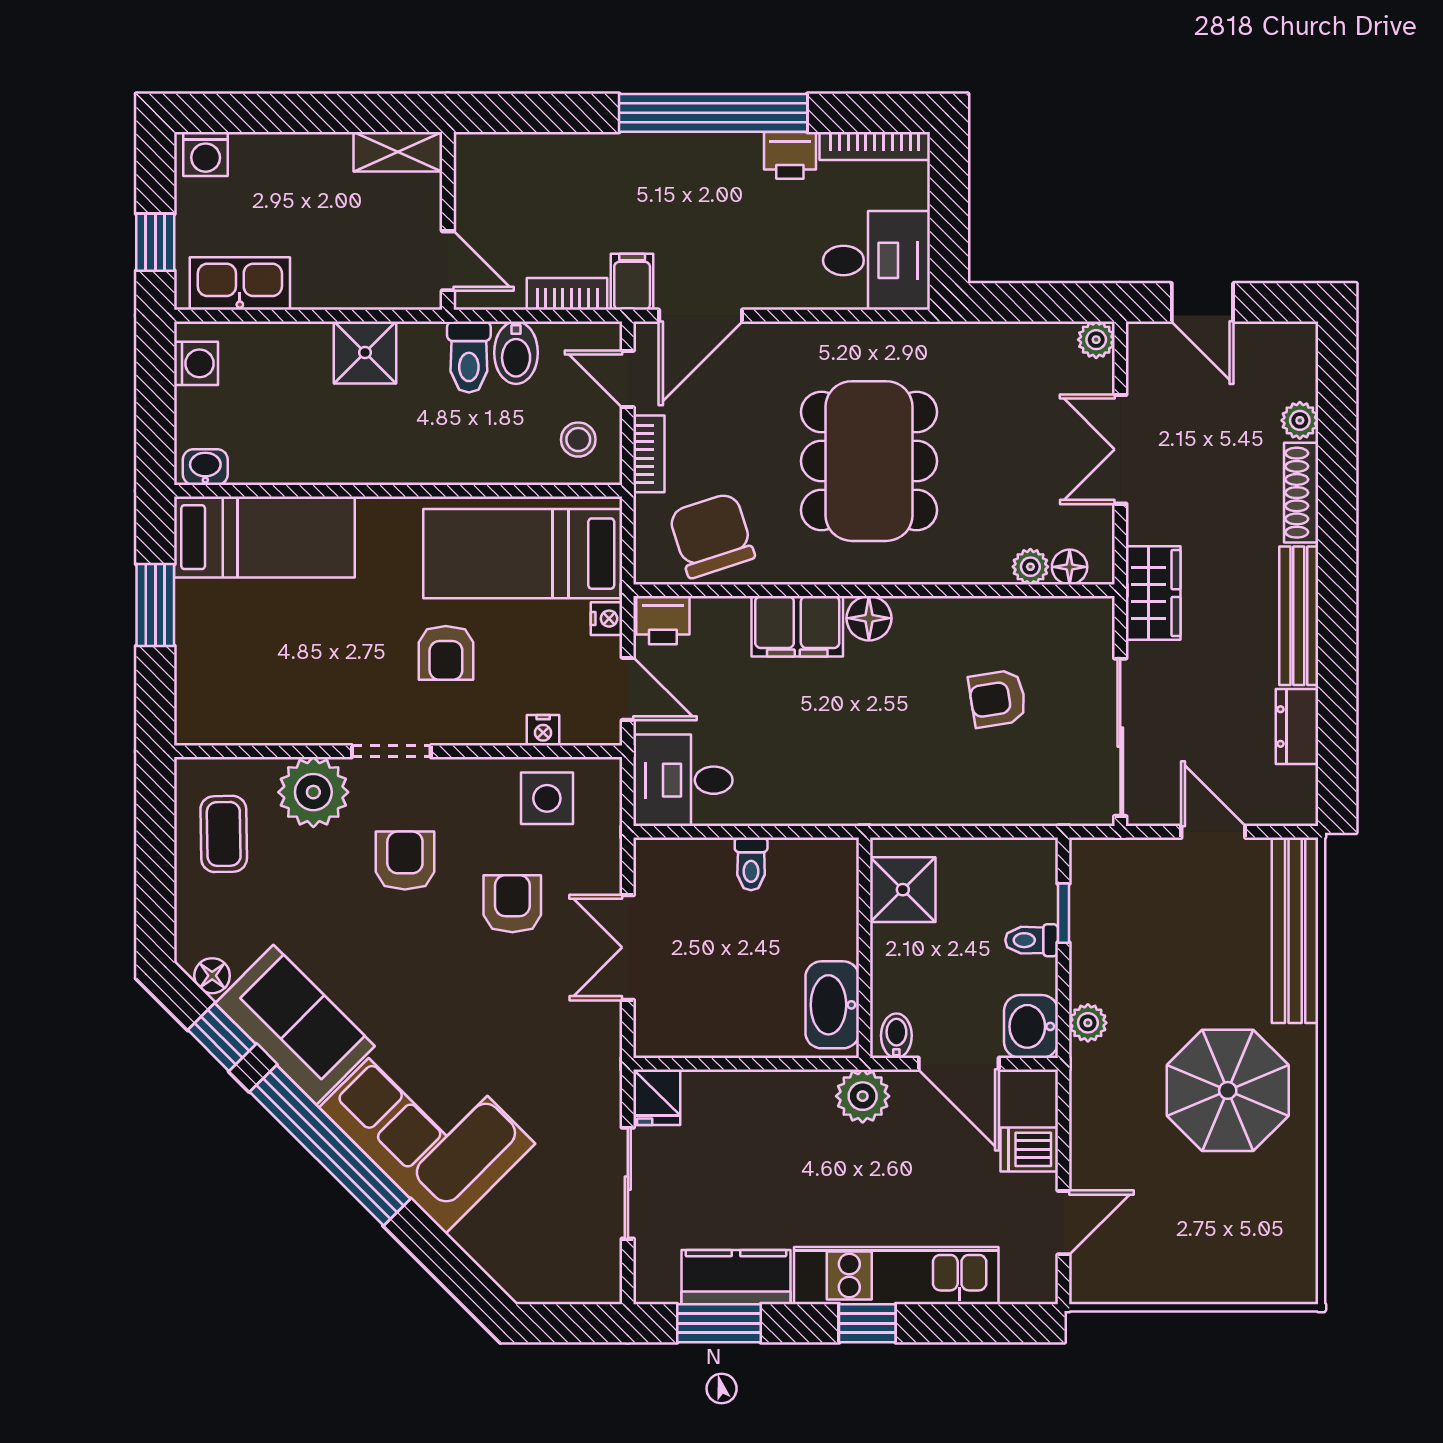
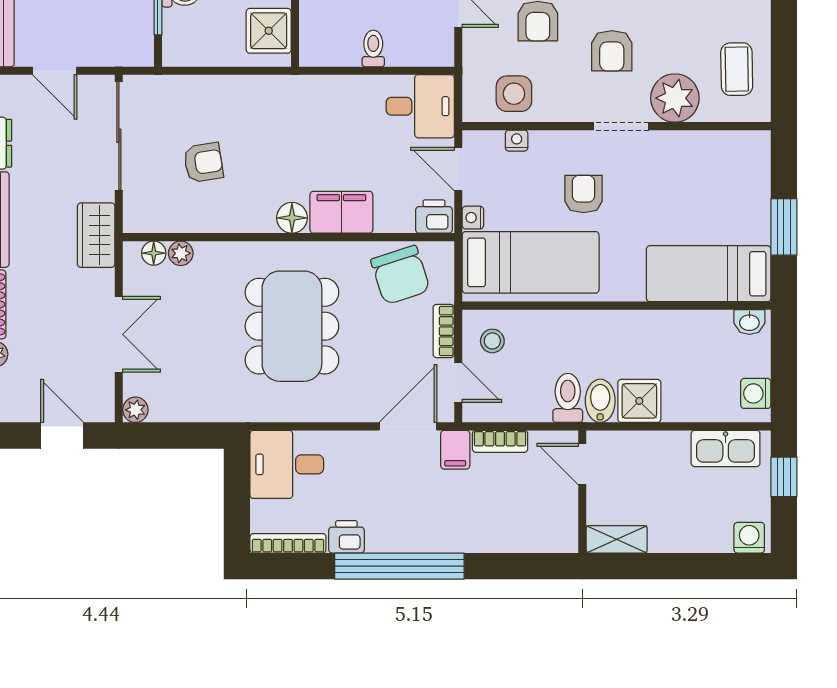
bidet: (516, 353) -> (600, 401), moved

